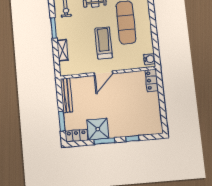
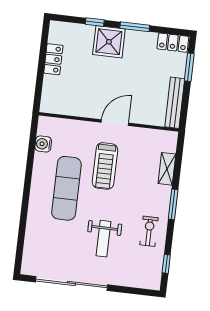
water cooler: (149, 59) -> (43, 144), moved
locker: (152, 80) -> (53, 59), moved
shower: (98, 129) -> (109, 42), moved

